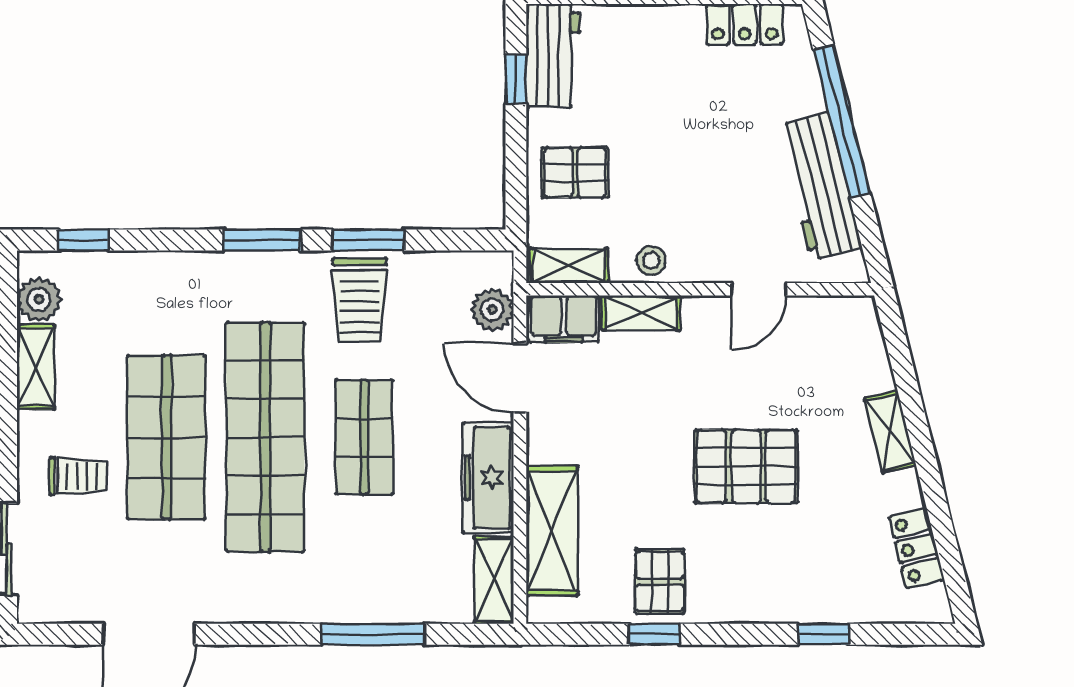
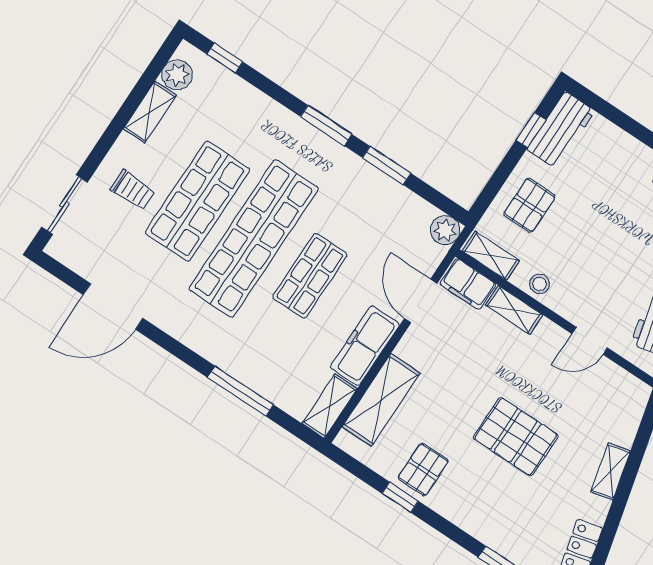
pallet: (575, 173) -> (529, 205), turned 90
trolley: (359, 300) -> (359, 196), removed
plant: (492, 310) -> (445, 230), moved

